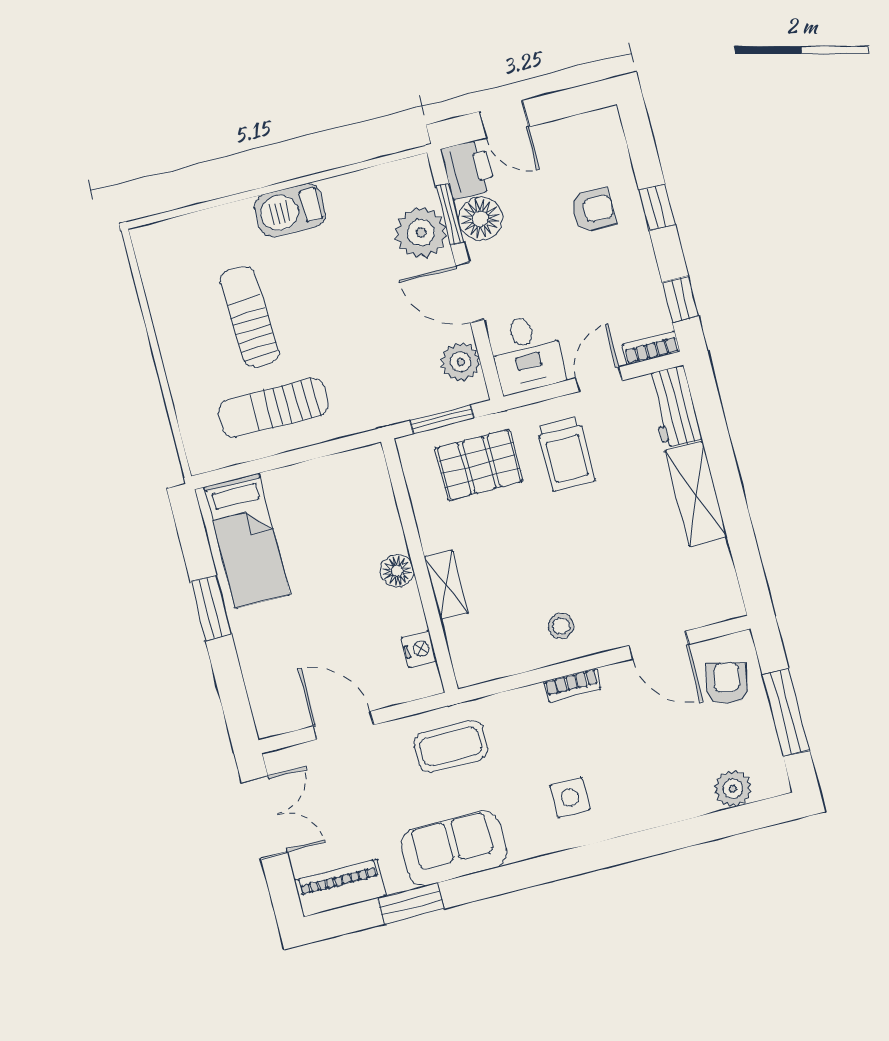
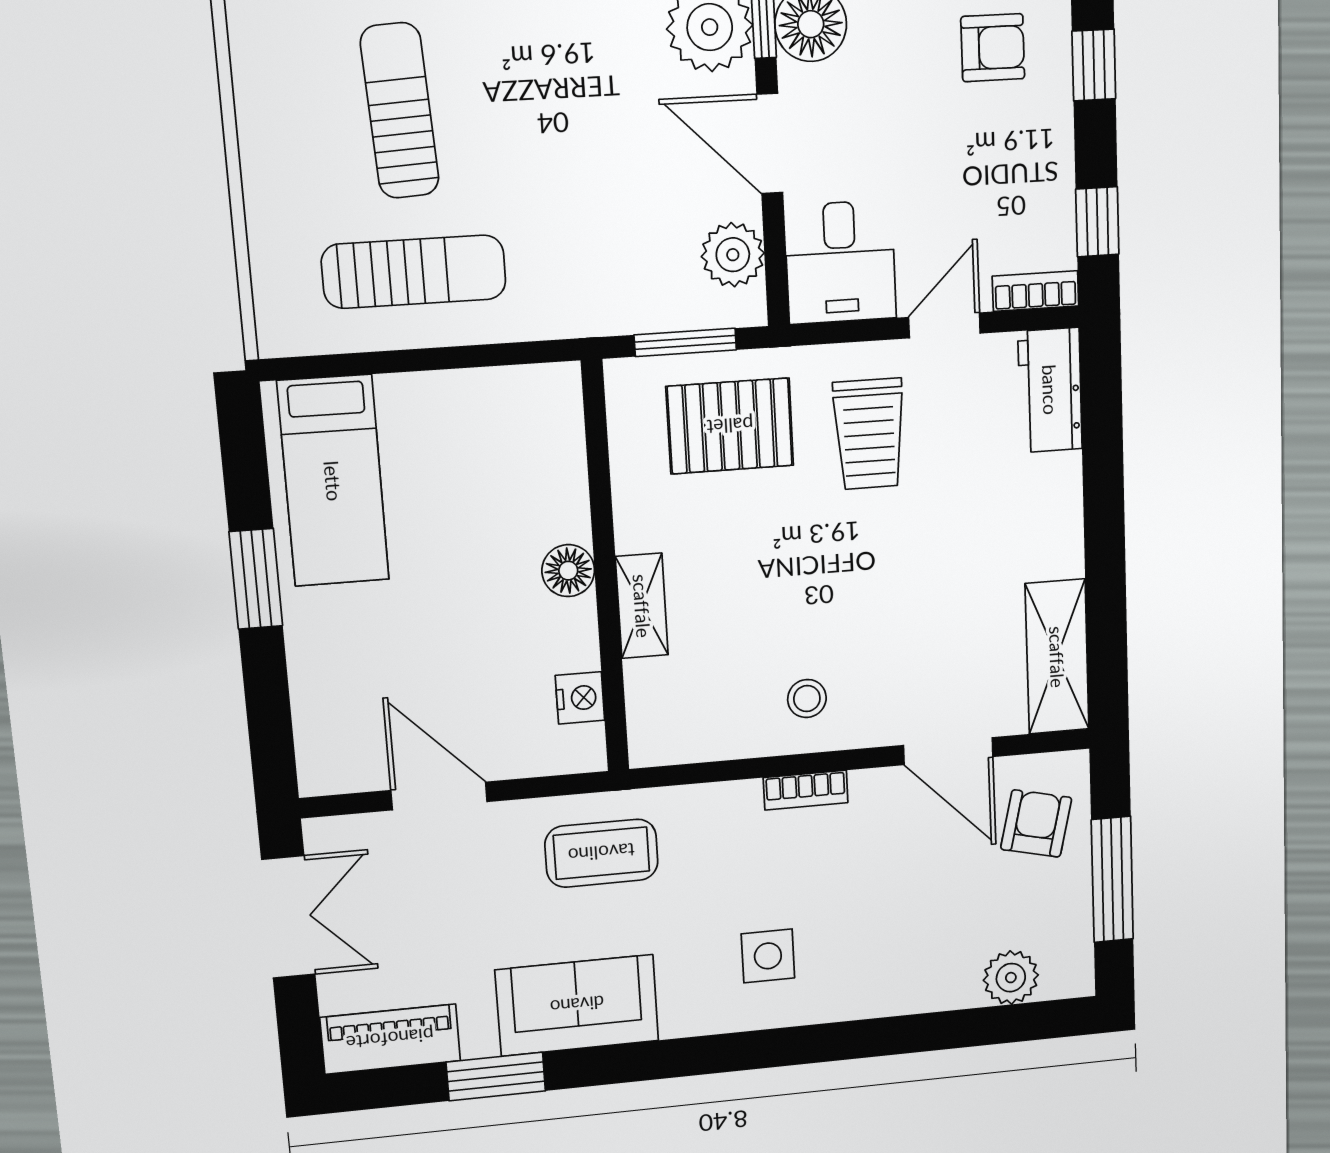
sun lounger: (273, 408) -> (414, 272), turned 180
shelving: (696, 494) -> (1057, 657), moved

